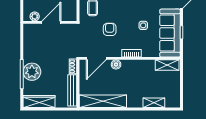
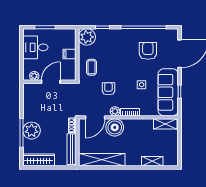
plant: (116, 52) -> (115, 111), added
boiler: (116, 64) -> (115, 127), width x1.86, depth x1.86

